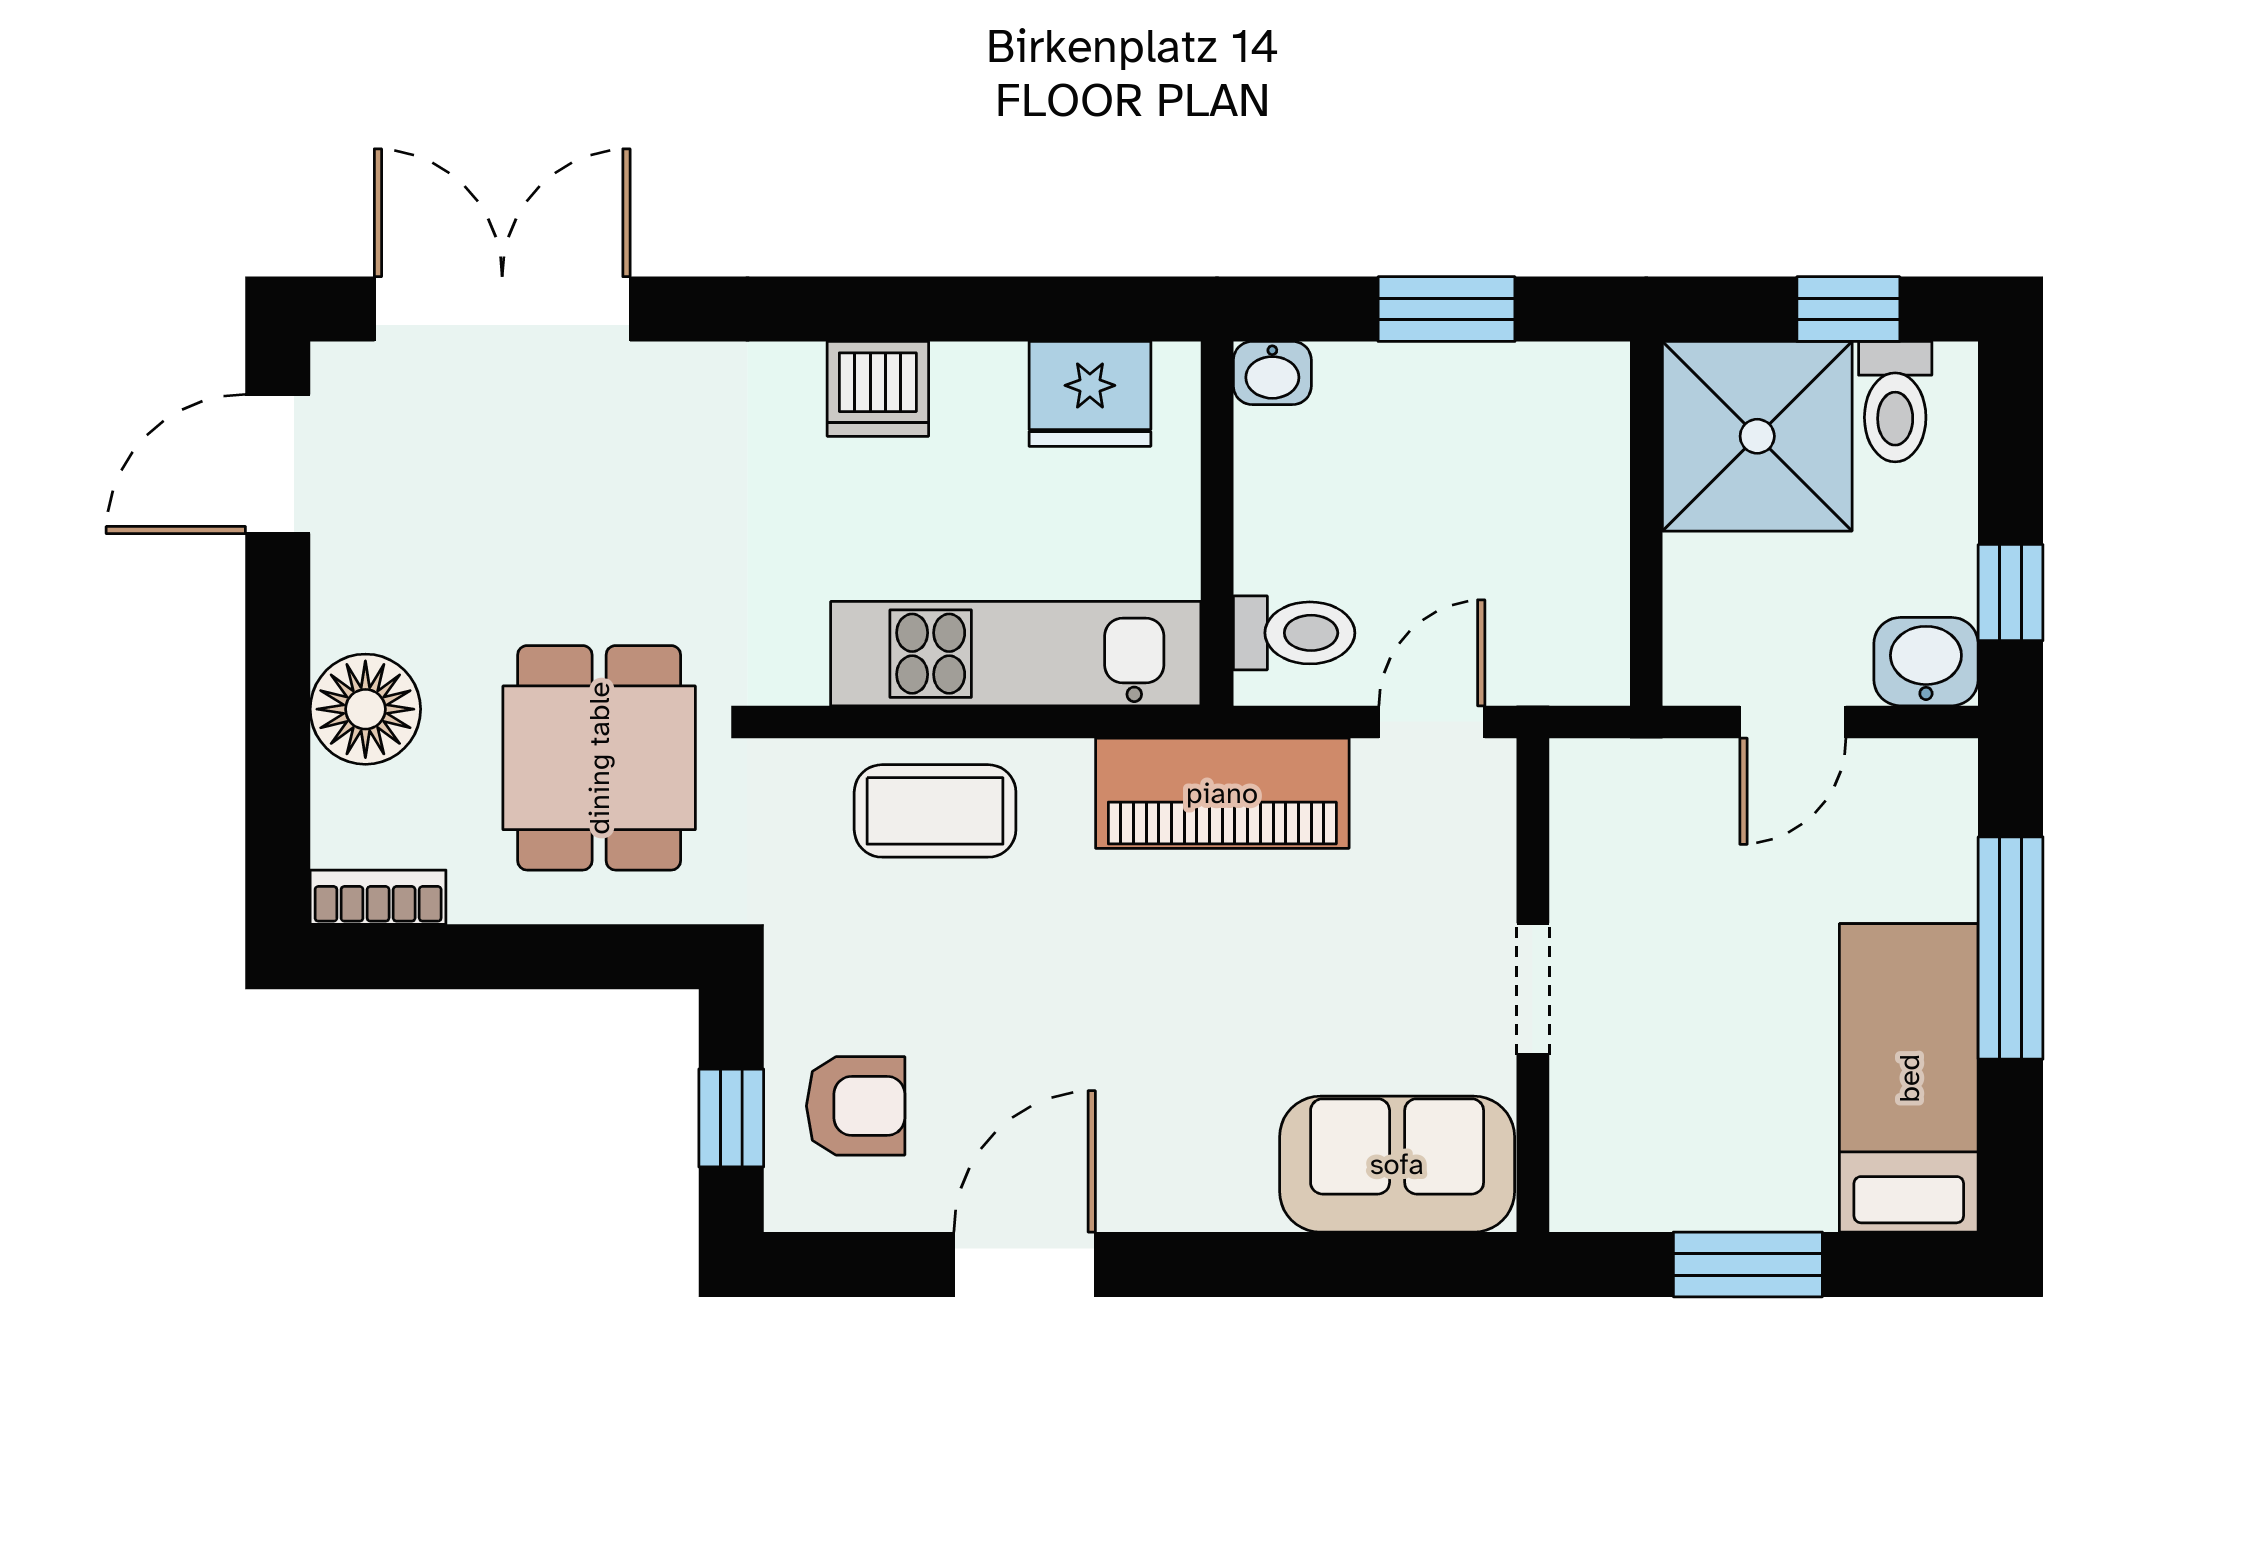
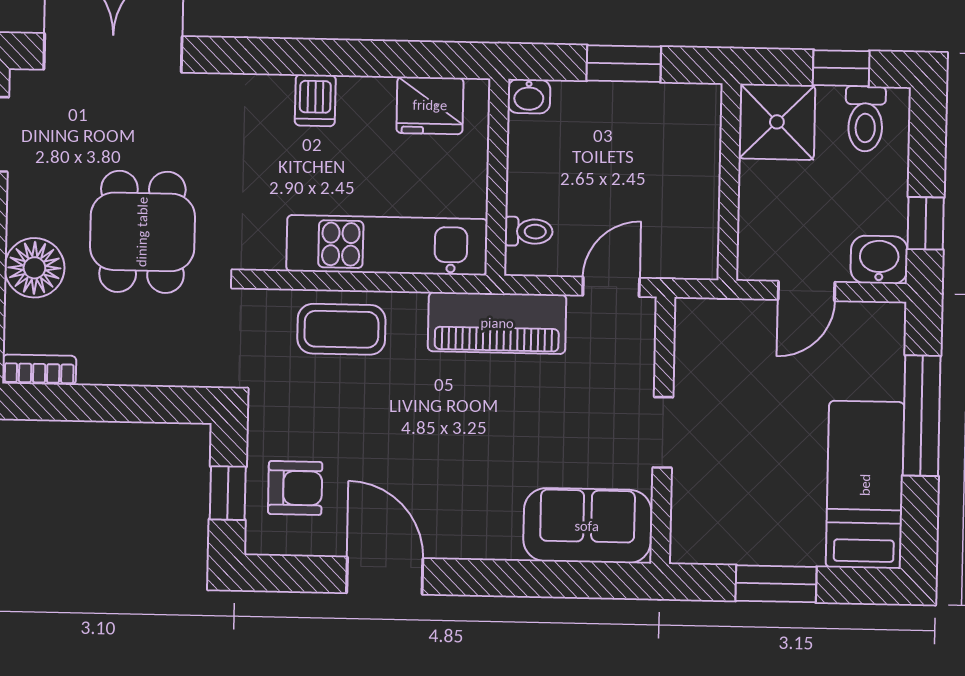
dishwasher: (878, 389) -> (315, 100), width x0.73
shower: (1757, 436) -> (777, 122), width x0.73, depth x0.73
toilet: (1294, 633) -> (529, 231), width x0.73, depth x0.72
dining table: (599, 758) -> (142, 232), moved
door: (1025, 1264) -> (385, 576), hinge flipped

